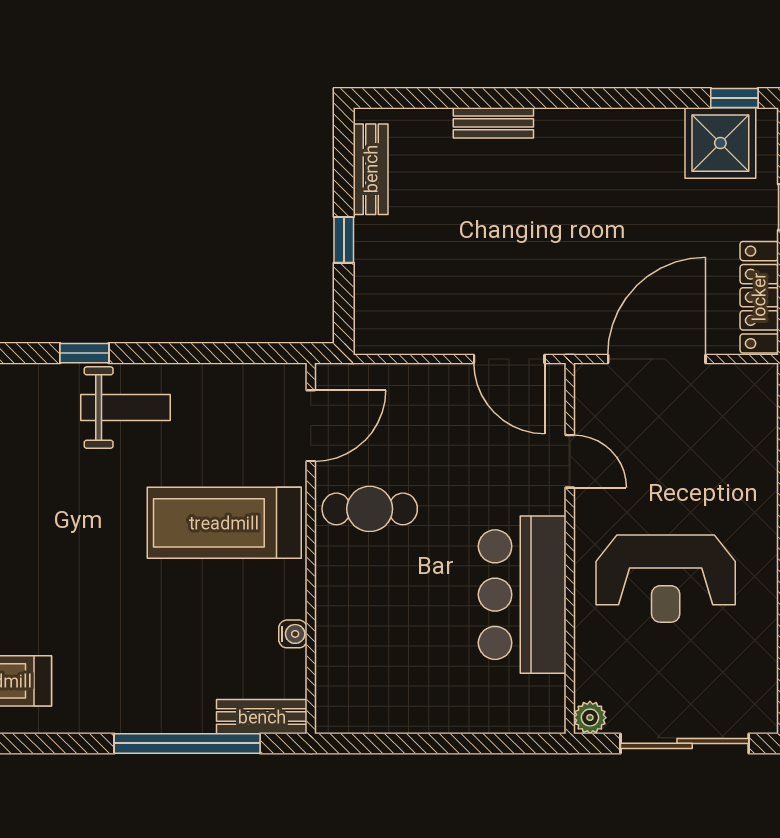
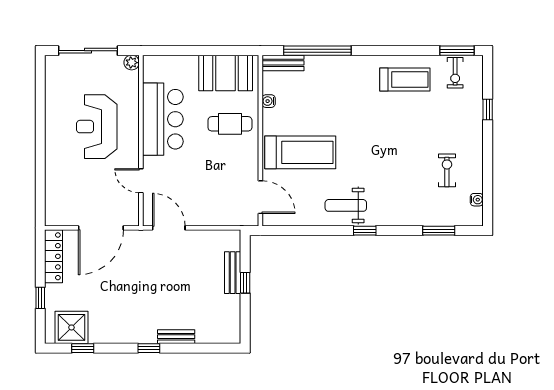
window: (553, 98) -> (149, 348), added
window: (734, 98) -> (83, 348), moved
bench: (371, 169) -> (233, 273), moved
door: (311, 426) -> (260, 197), swing flipped
cafe table: (370, 509) -> (230, 124), moved
reception desk: (666, 579) -> (97, 127), turned -90
booth: (386, 695) -> (226, 73), added

